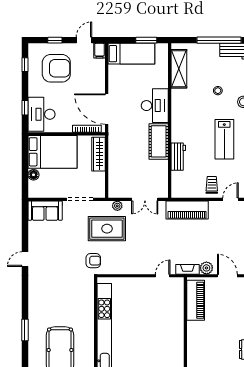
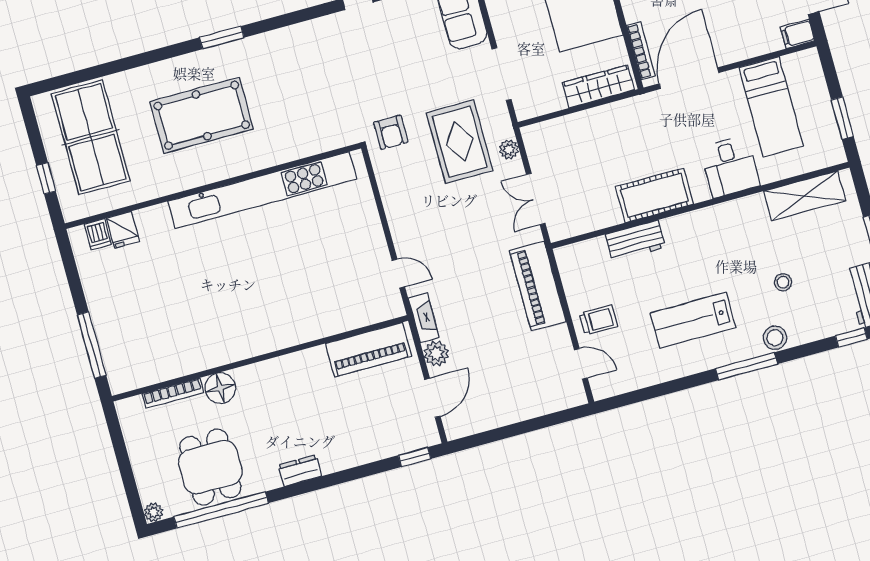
bed: (131, 54) -> (771, 107), moved
desk: (155, 106) -> (730, 167), width x0.73

